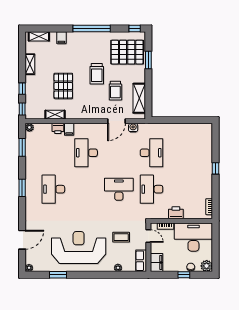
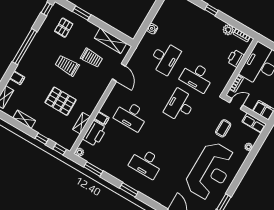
pallet: (127, 52) -> (64, 28), width x0.49, depth x0.50
trolley: (97, 74) -> (67, 65), turned 180
printer: (58, 128) -> (95, 134), width x1.87, depth x1.48
water cooler: (133, 128) -> (152, 29), moved
desk: (152, 153) -> (165, 58), turned 90
plant: (207, 192) -> (228, 30), added
printer: (176, 213) -> (235, 58), moved
reception desk: (79, 248) -> (210, 171), turned 180

